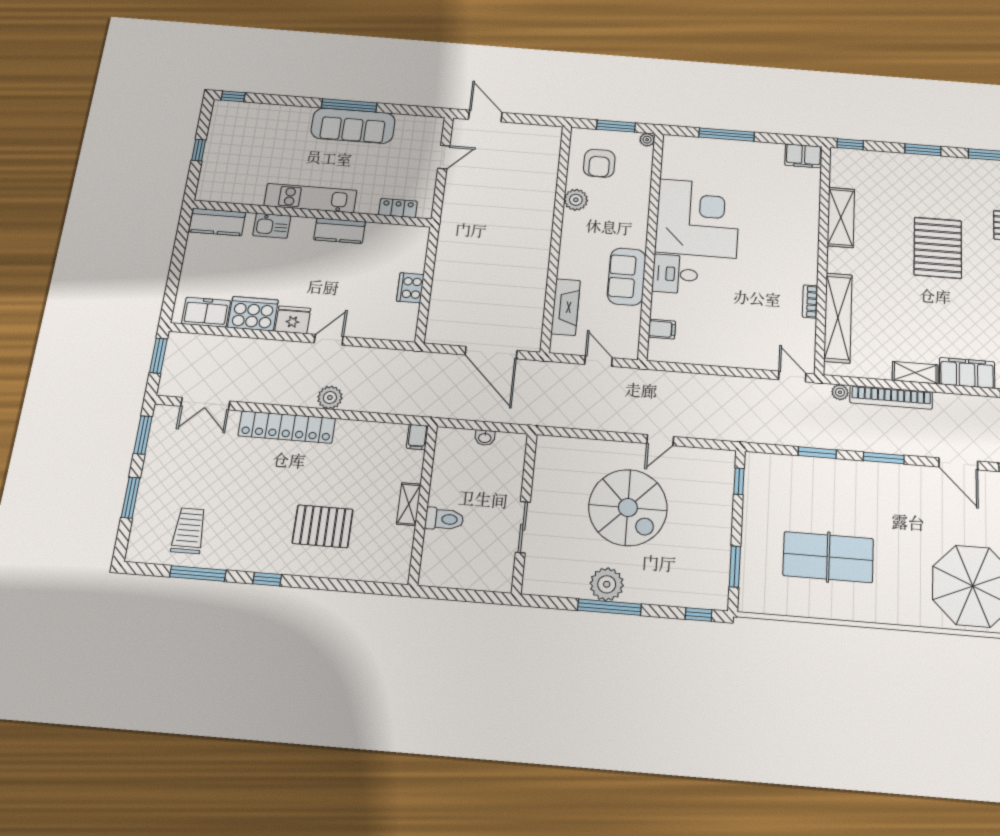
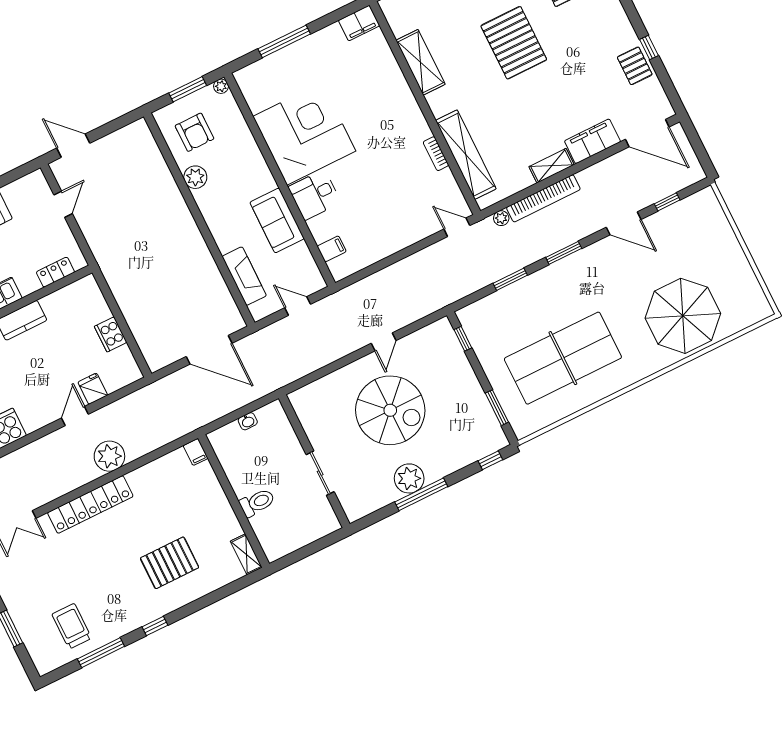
fridge: (293, 320) -> (93, 389), moved, width x0.72
plant: (330, 398) -> (109, 456), width x1.36, depth x1.36
shelving: (409, 504) -> (246, 554), moved
table tennis table: (828, 557) -> (563, 358), width x1.36, depth x1.32

